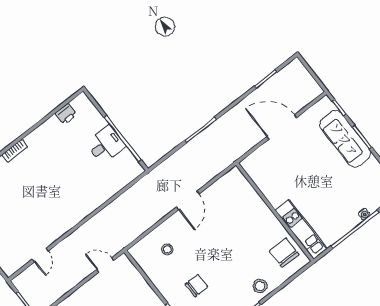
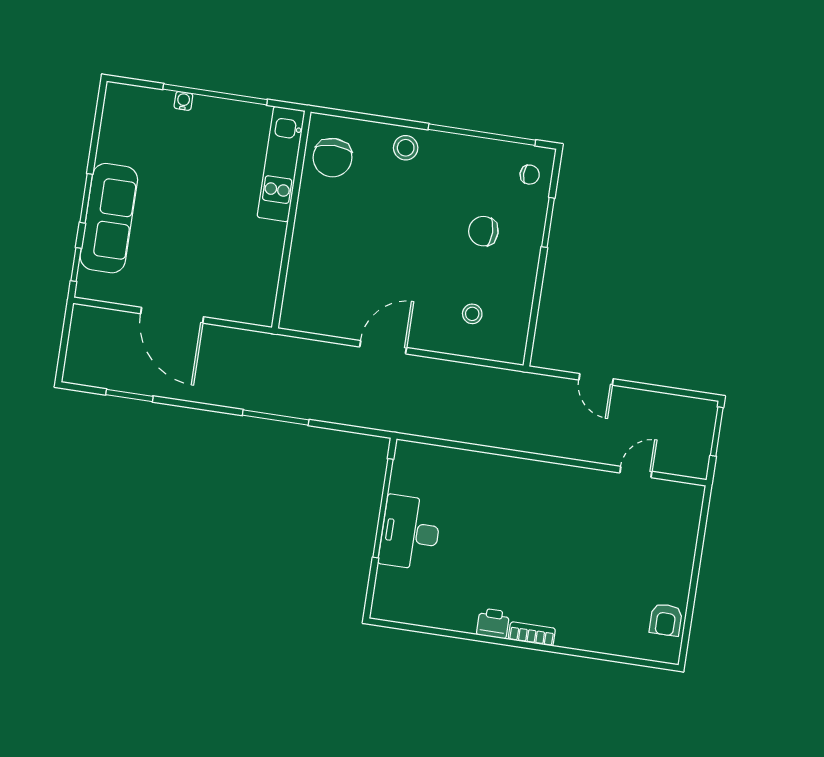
printer: (66, 114) -> (493, 623), moved
desk: (106, 145) -> (410, 533), width x1.37
door: (105, 265) -> (596, 379), moved

